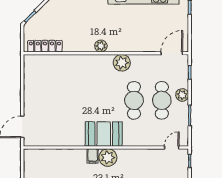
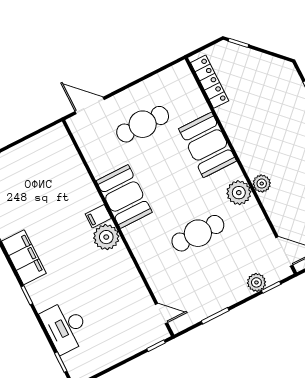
plant: (101, 46) -> (262, 184), moved
booth: (83, 67) -> (207, 145), added
plant: (182, 95) -> (256, 282), moved
cafe table: (162, 100) -> (143, 124), moved
booth: (104, 134) -> (124, 197), moved

